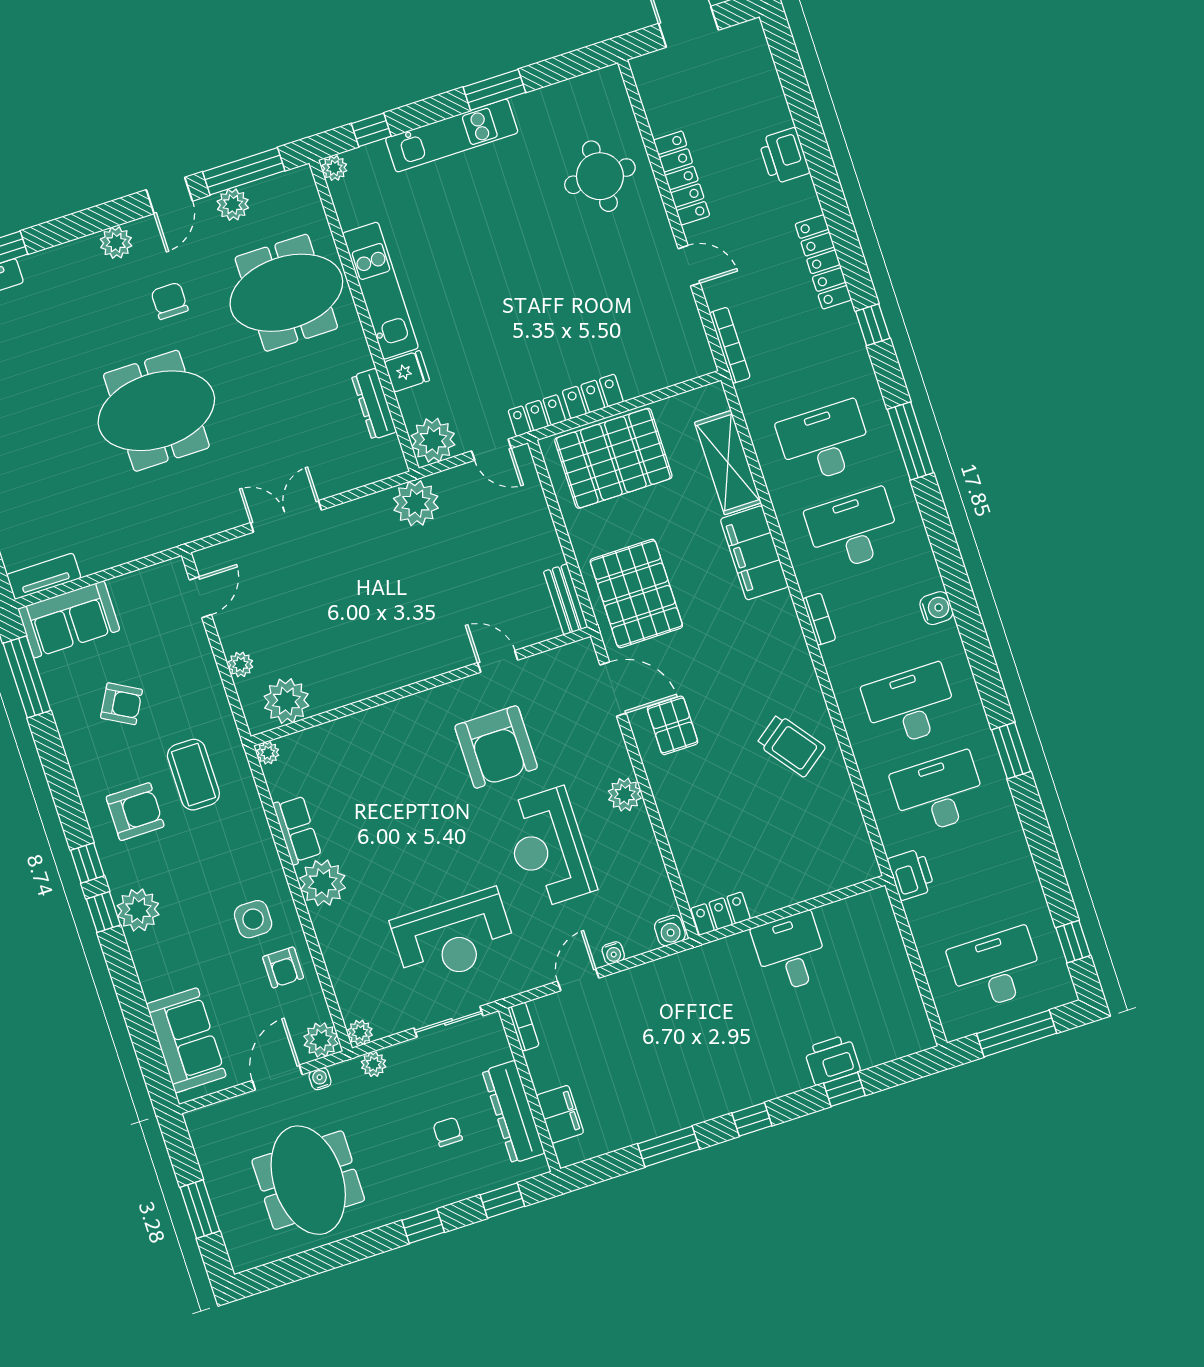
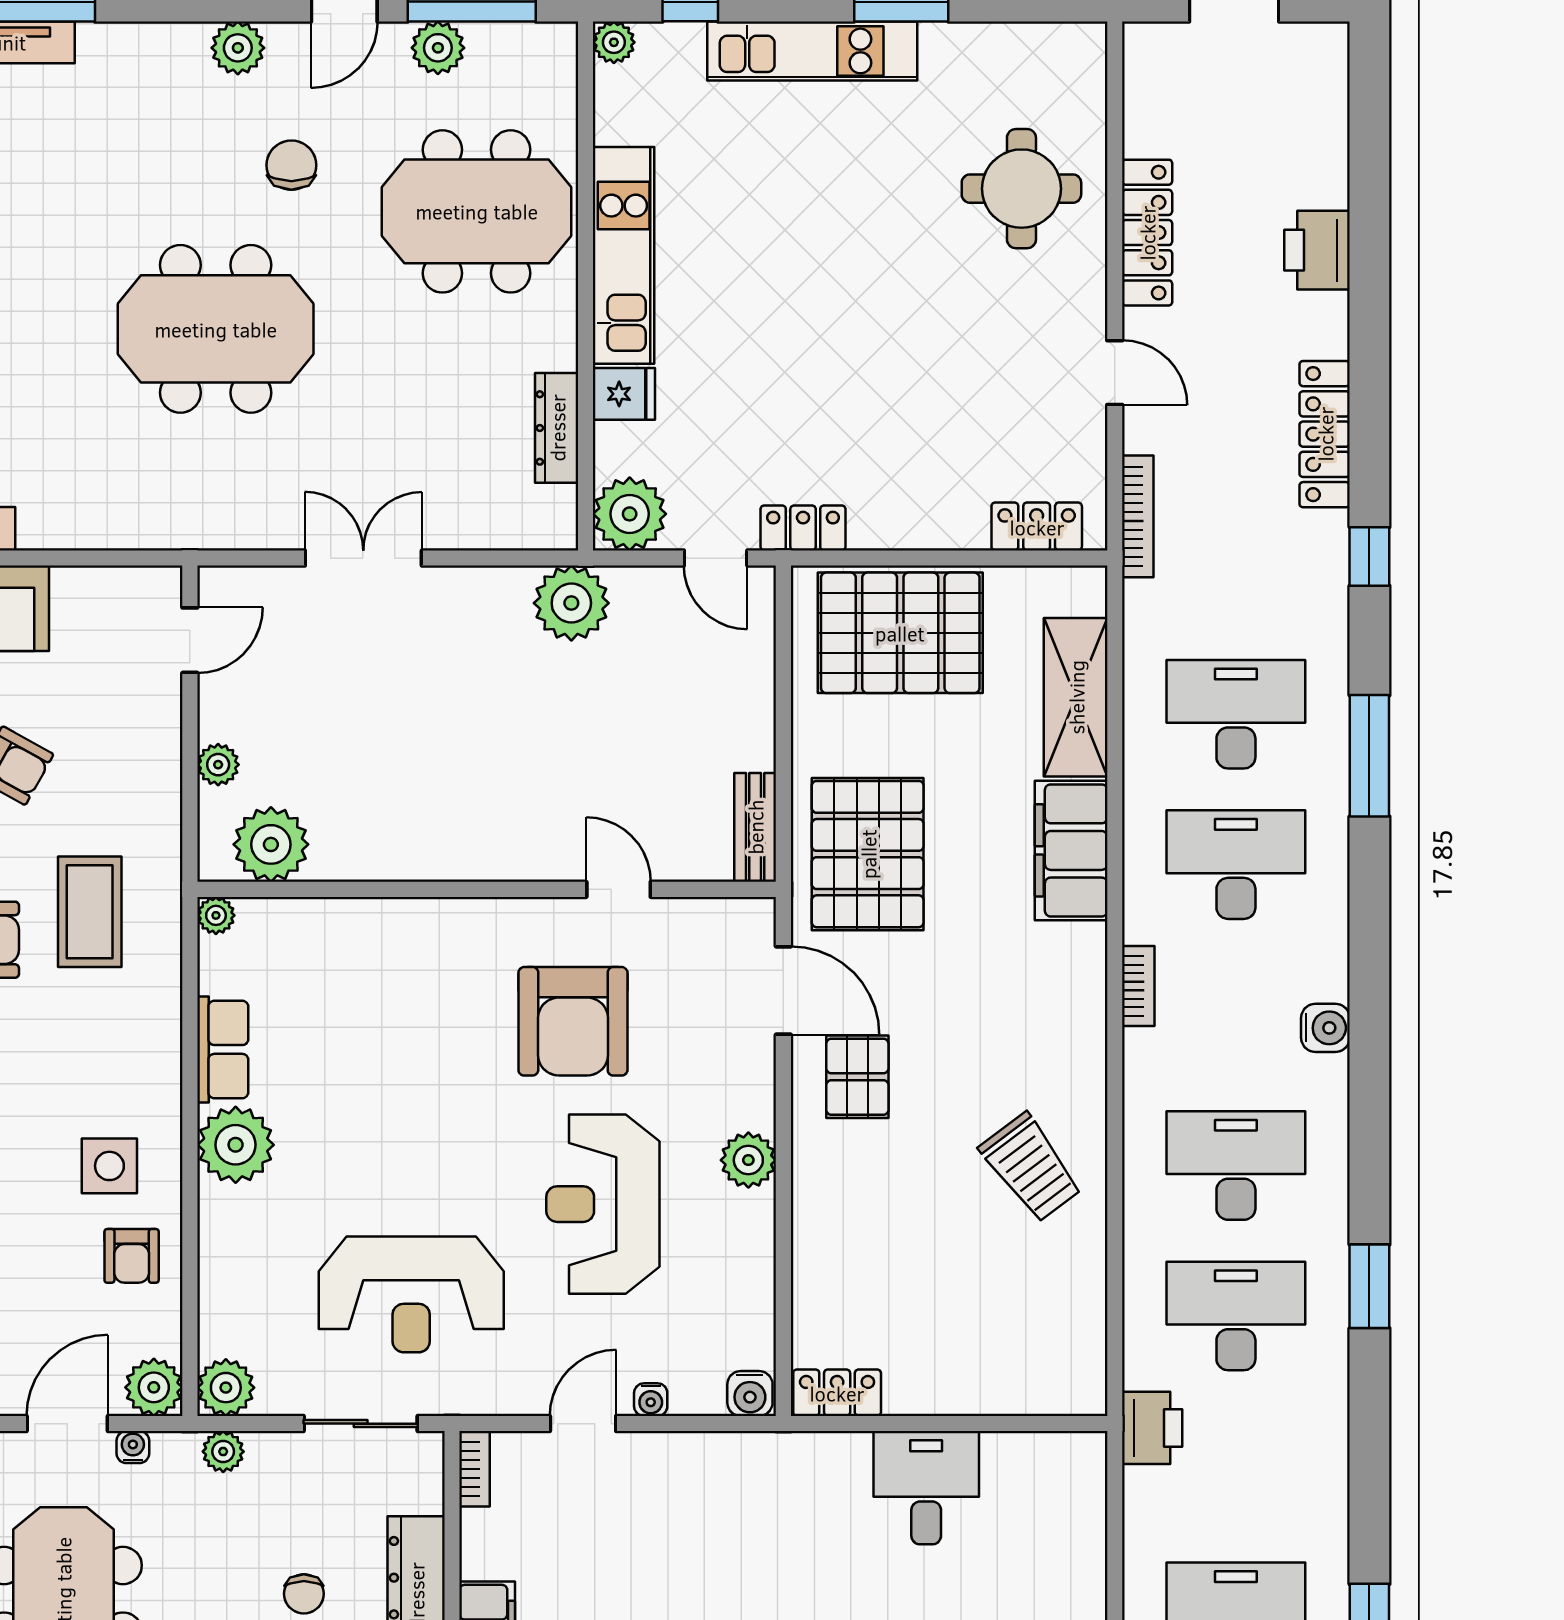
locker: (593, 396) -> (1037, 527), moved
plant: (360, 1032) -> (226, 1388), width x1.38, depth x1.38
chair: (448, 1132) -> (304, 1594), turned 180

